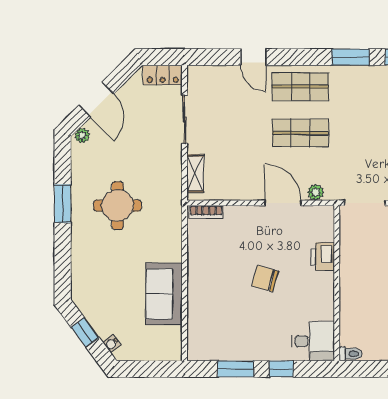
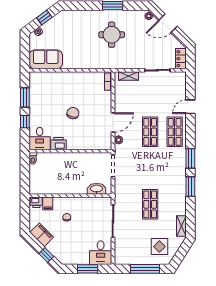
printer: (323, 257) -> (58, 144), moved
sofa: (164, 294) -> (46, 59), moved

